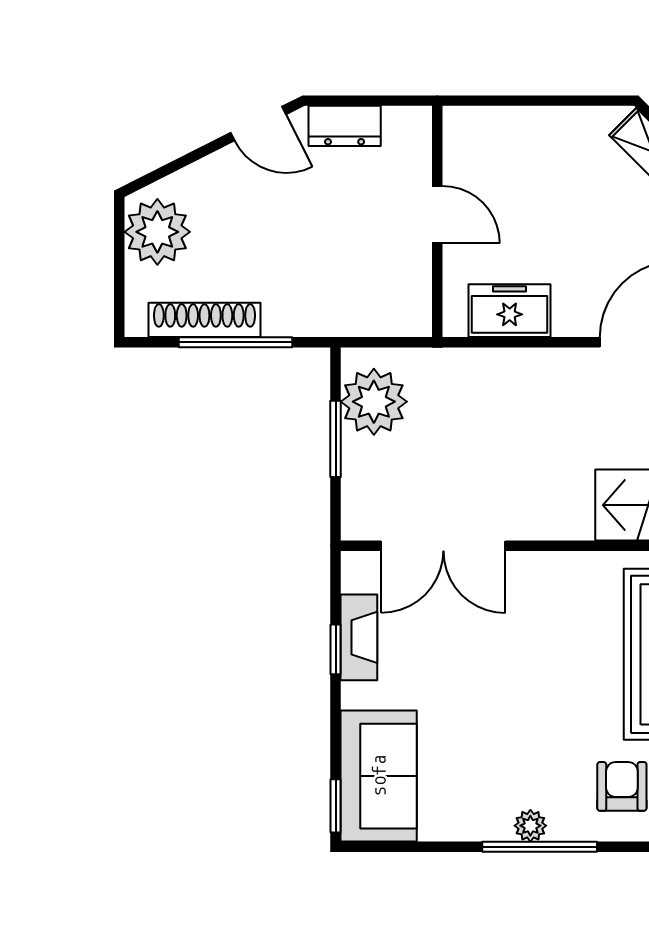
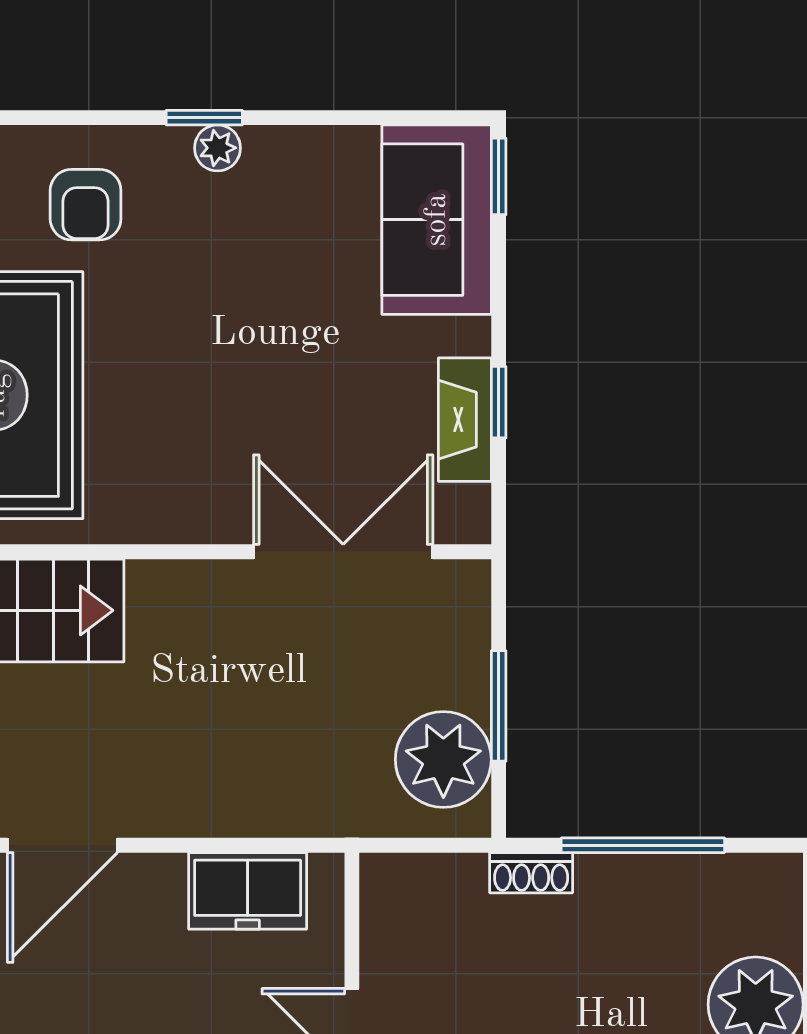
shoe rack: (204, 320) -> (531, 873), moved, width x0.51, depth x0.81
window: (540, 847) -> (204, 118), width x0.46

